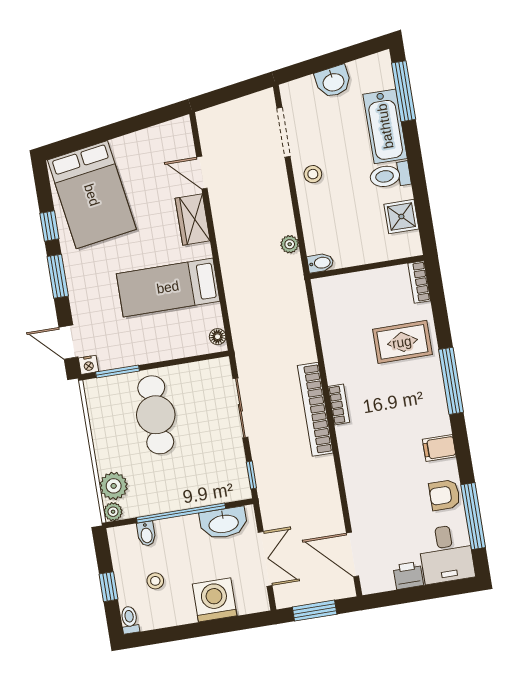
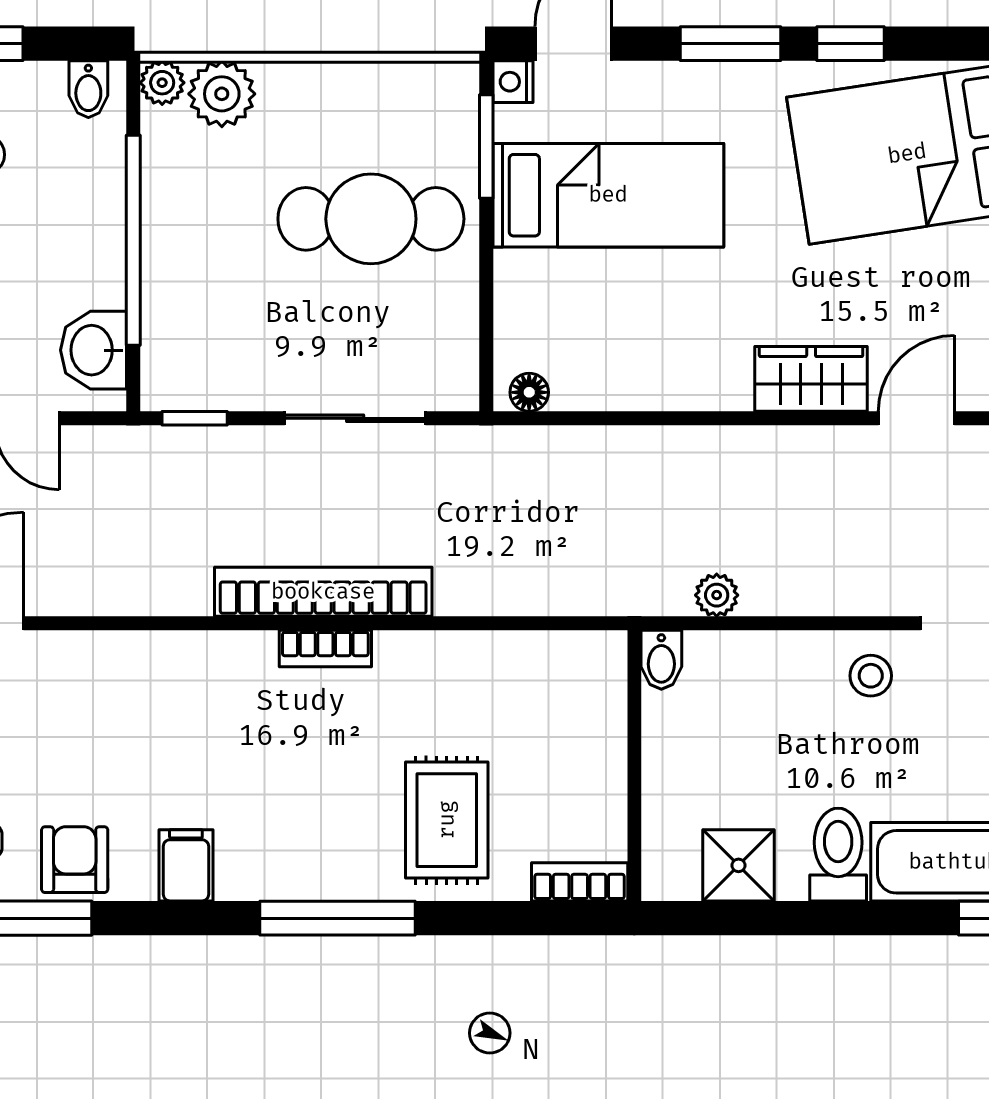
bed: (168, 287) -> (608, 195), moved, turned 90
washbasin: (224, 523) -> (94, 350), width x0.72
bidet: (146, 534) -> (88, 89), moved, turned -90

